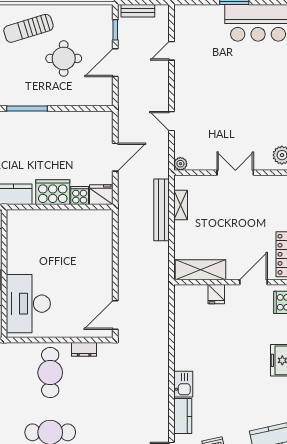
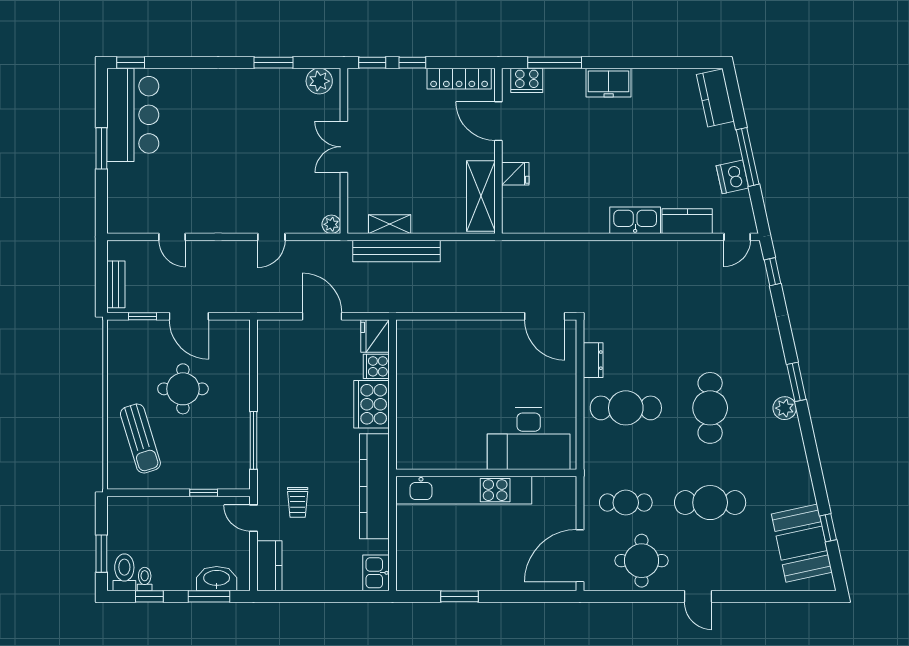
kitchen sink: (183, 384) -> (635, 220), width x1.38

